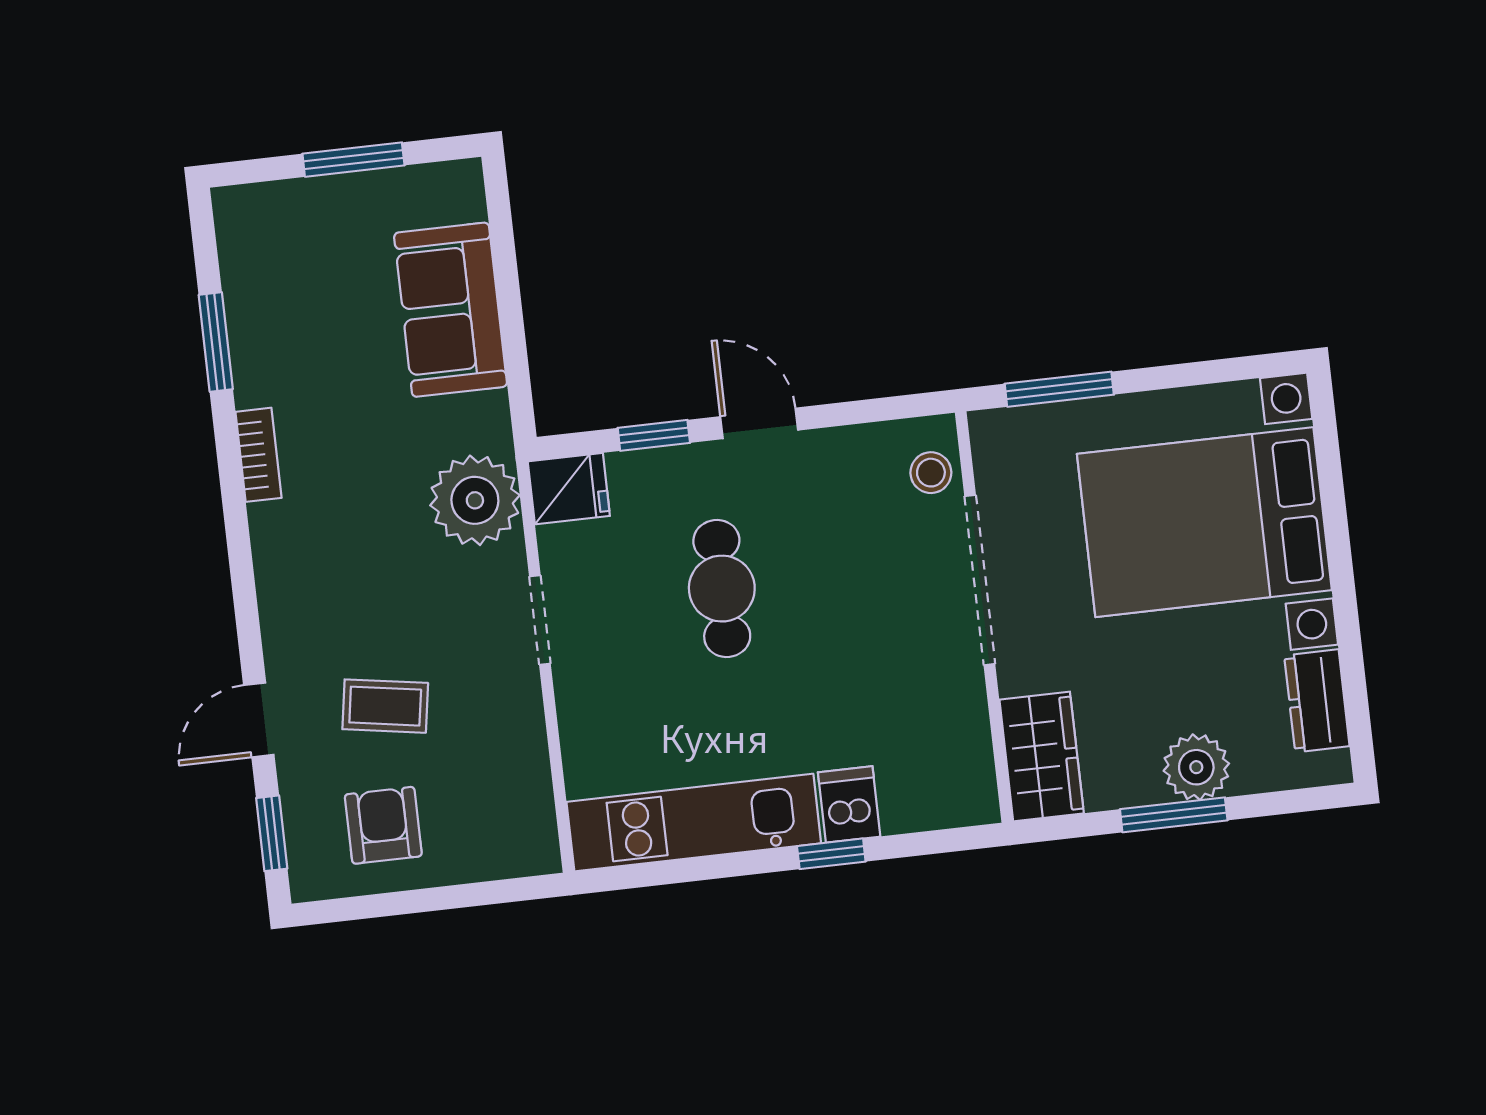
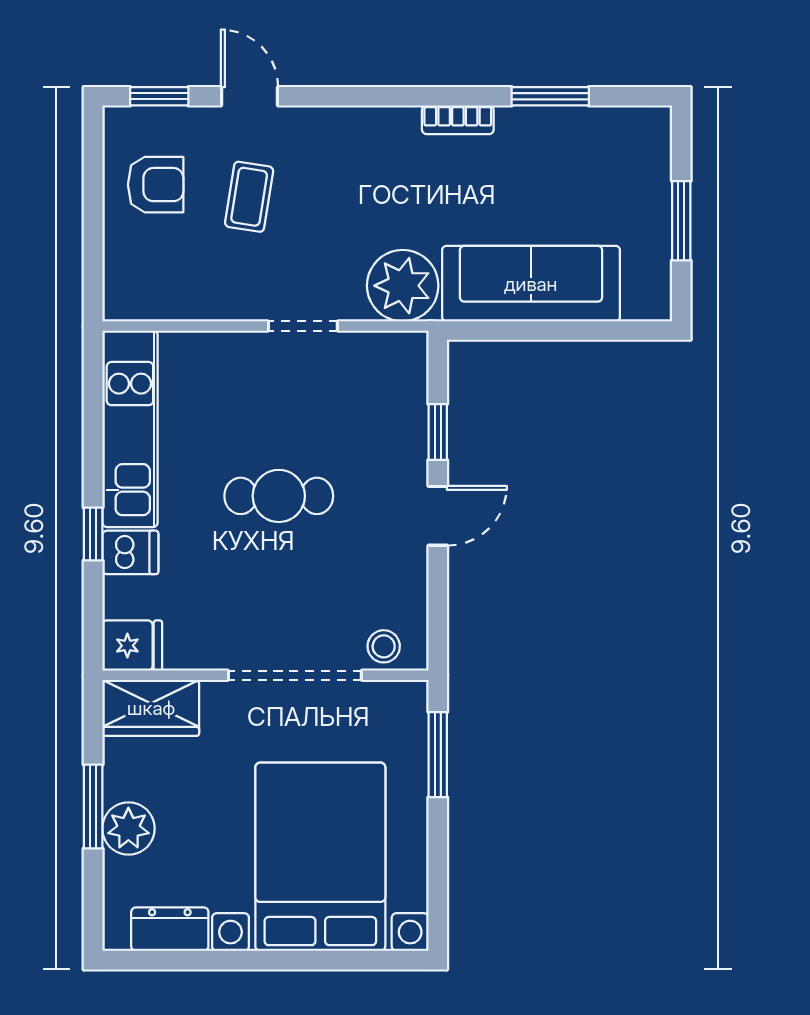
sofa: (451, 310) -> (531, 284), width x1.36
fridge: (569, 489) -> (132, 646), moved, turned -90
cafe table: (722, 589) -> (279, 496), moved

